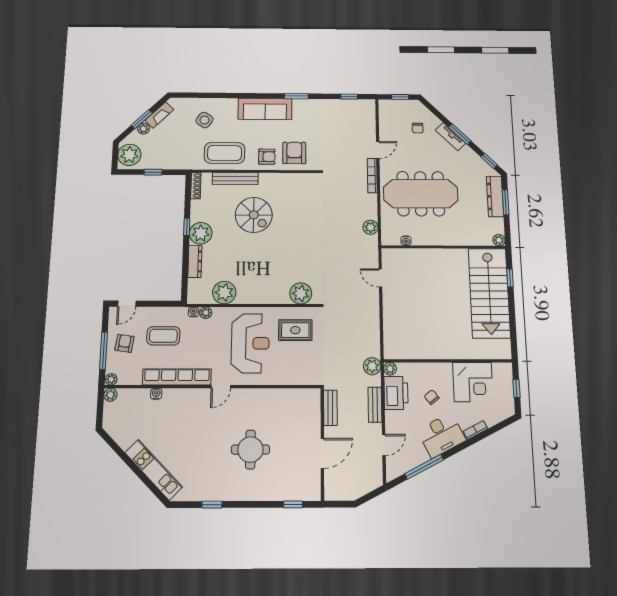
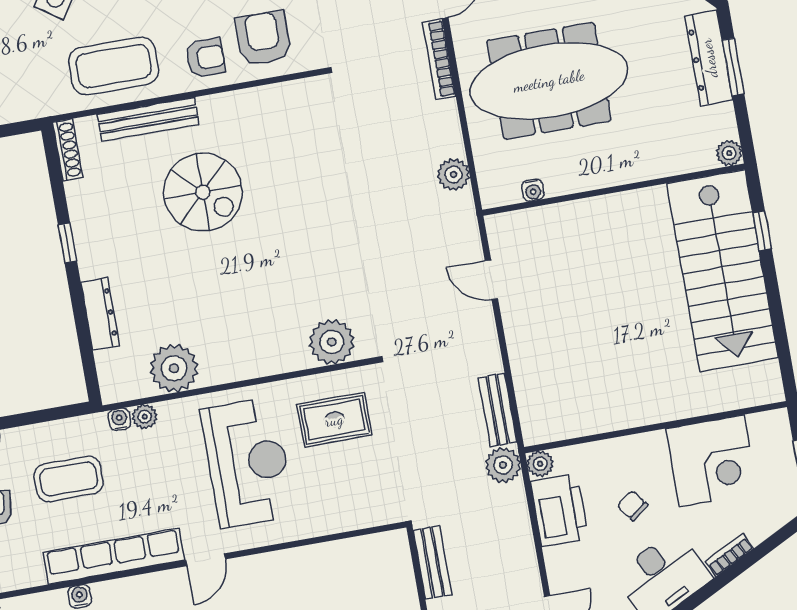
plant: (201, 233) -> (99, 252), removed
bench: (375, 405) -> (498, 410), moved

